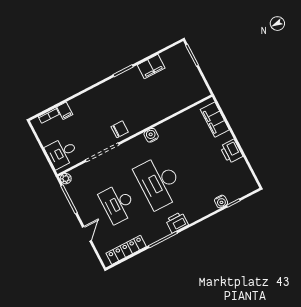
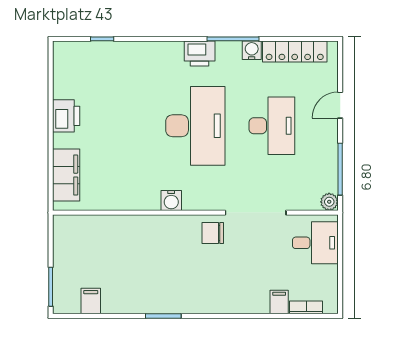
filing cabinet: (151, 66) -> (91, 301), moved, width x0.50
water cooler: (221, 202) -> (252, 50), moved

